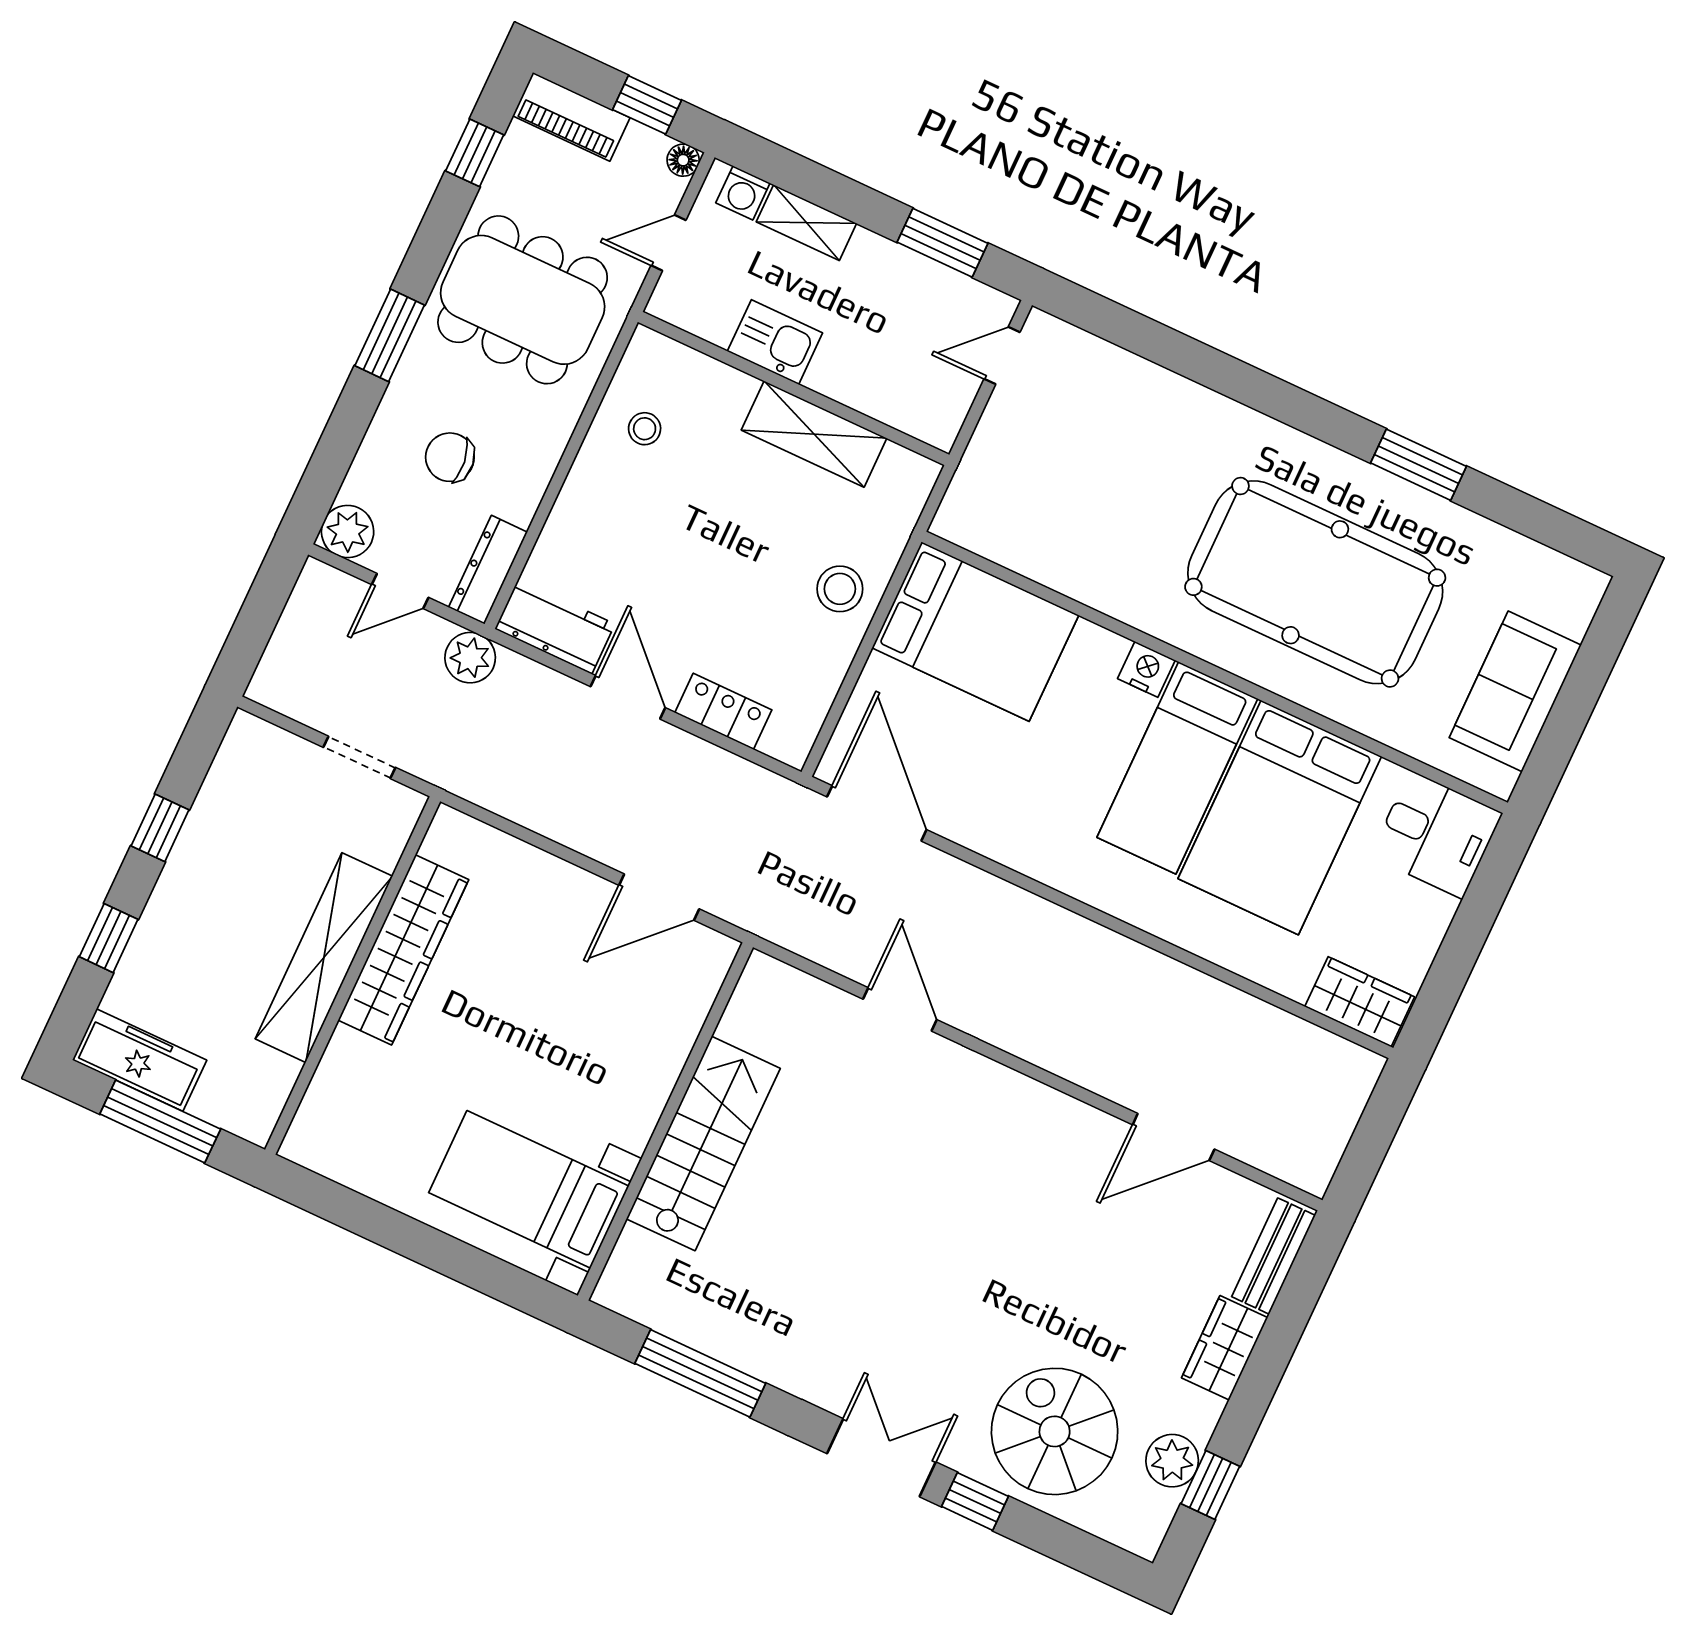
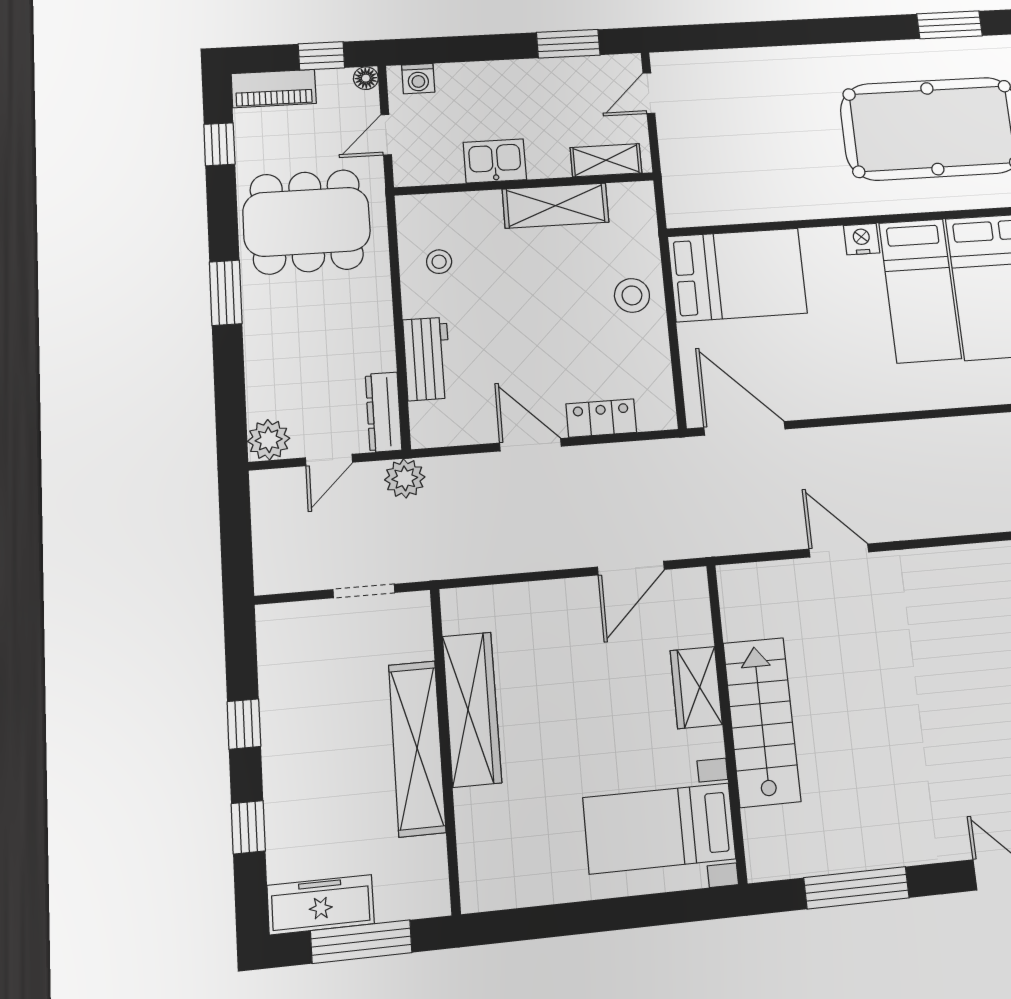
shelving: (806, 223) -> (606, 160), moved
chair: (450, 457) -> (314, 351), removed
workbench: (555, 626) -> (427, 359), moved, turned 90
wardrobe: (654, 1066) -> (696, 688), added

